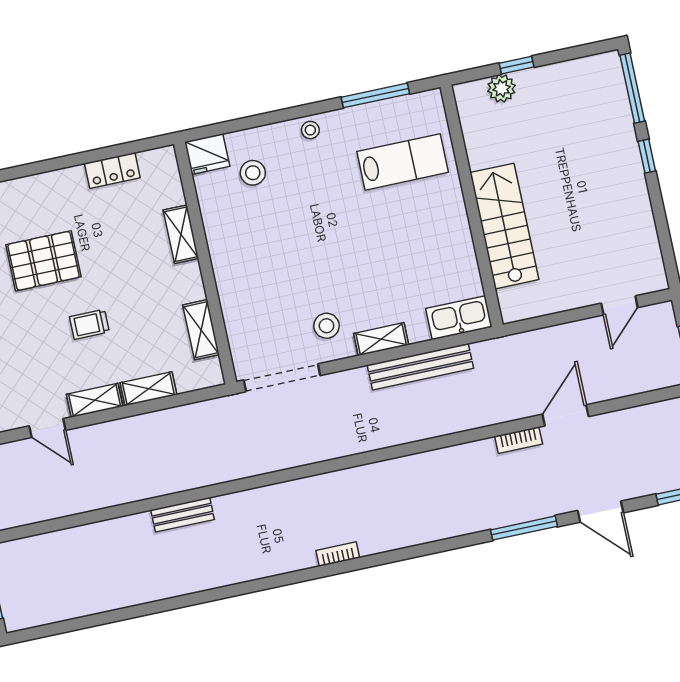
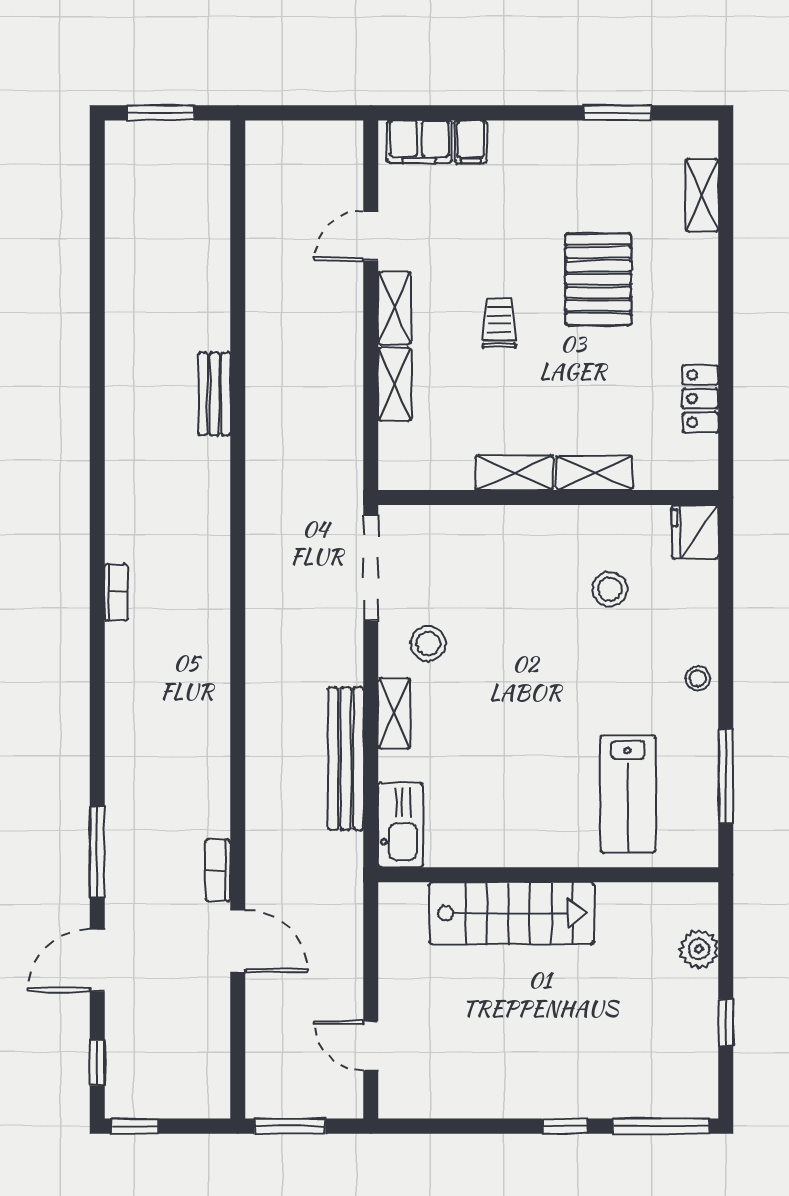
window: (516, 65) -> (726, 1023), moved
stool: (253, 173) -> (610, 589), moved
shelving: (201, 330) -> (514, 472), moved

